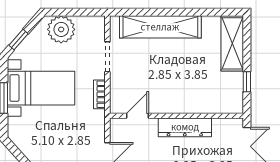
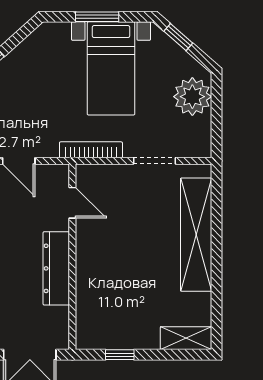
shelving: (232, 43) -> (186, 338), width x0.67, depth x0.75
bookcase: (99, 94) -> (91, 150), width x1.56

